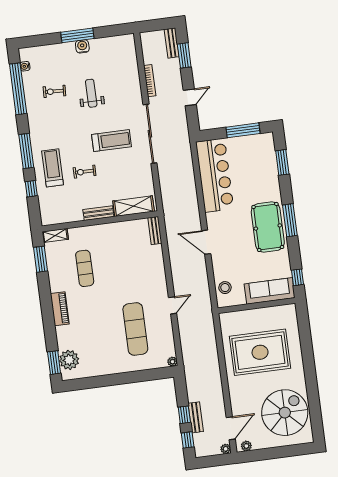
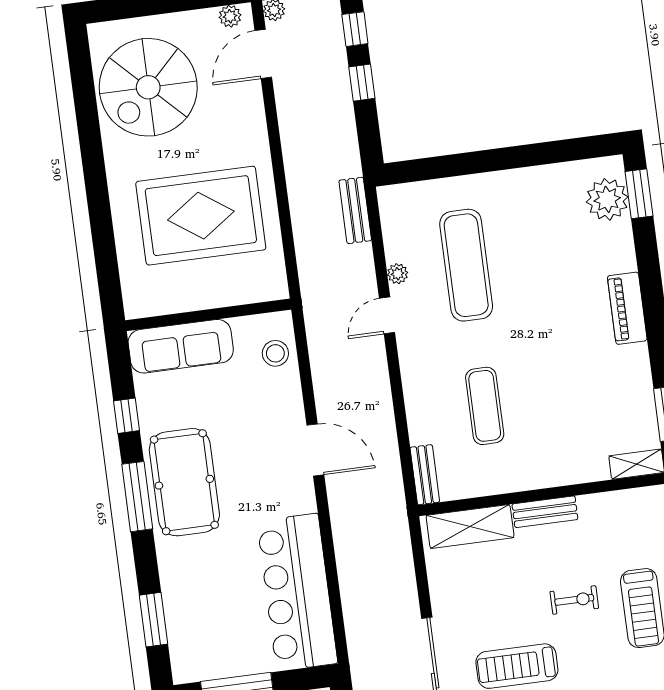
exercise mat: (85, 268) -> (485, 406), moved
window: (297, 277) -> (127, 416), moved
plant: (172, 362) -> (398, 274), moved
bench: (196, 417) -> (355, 210), moved

